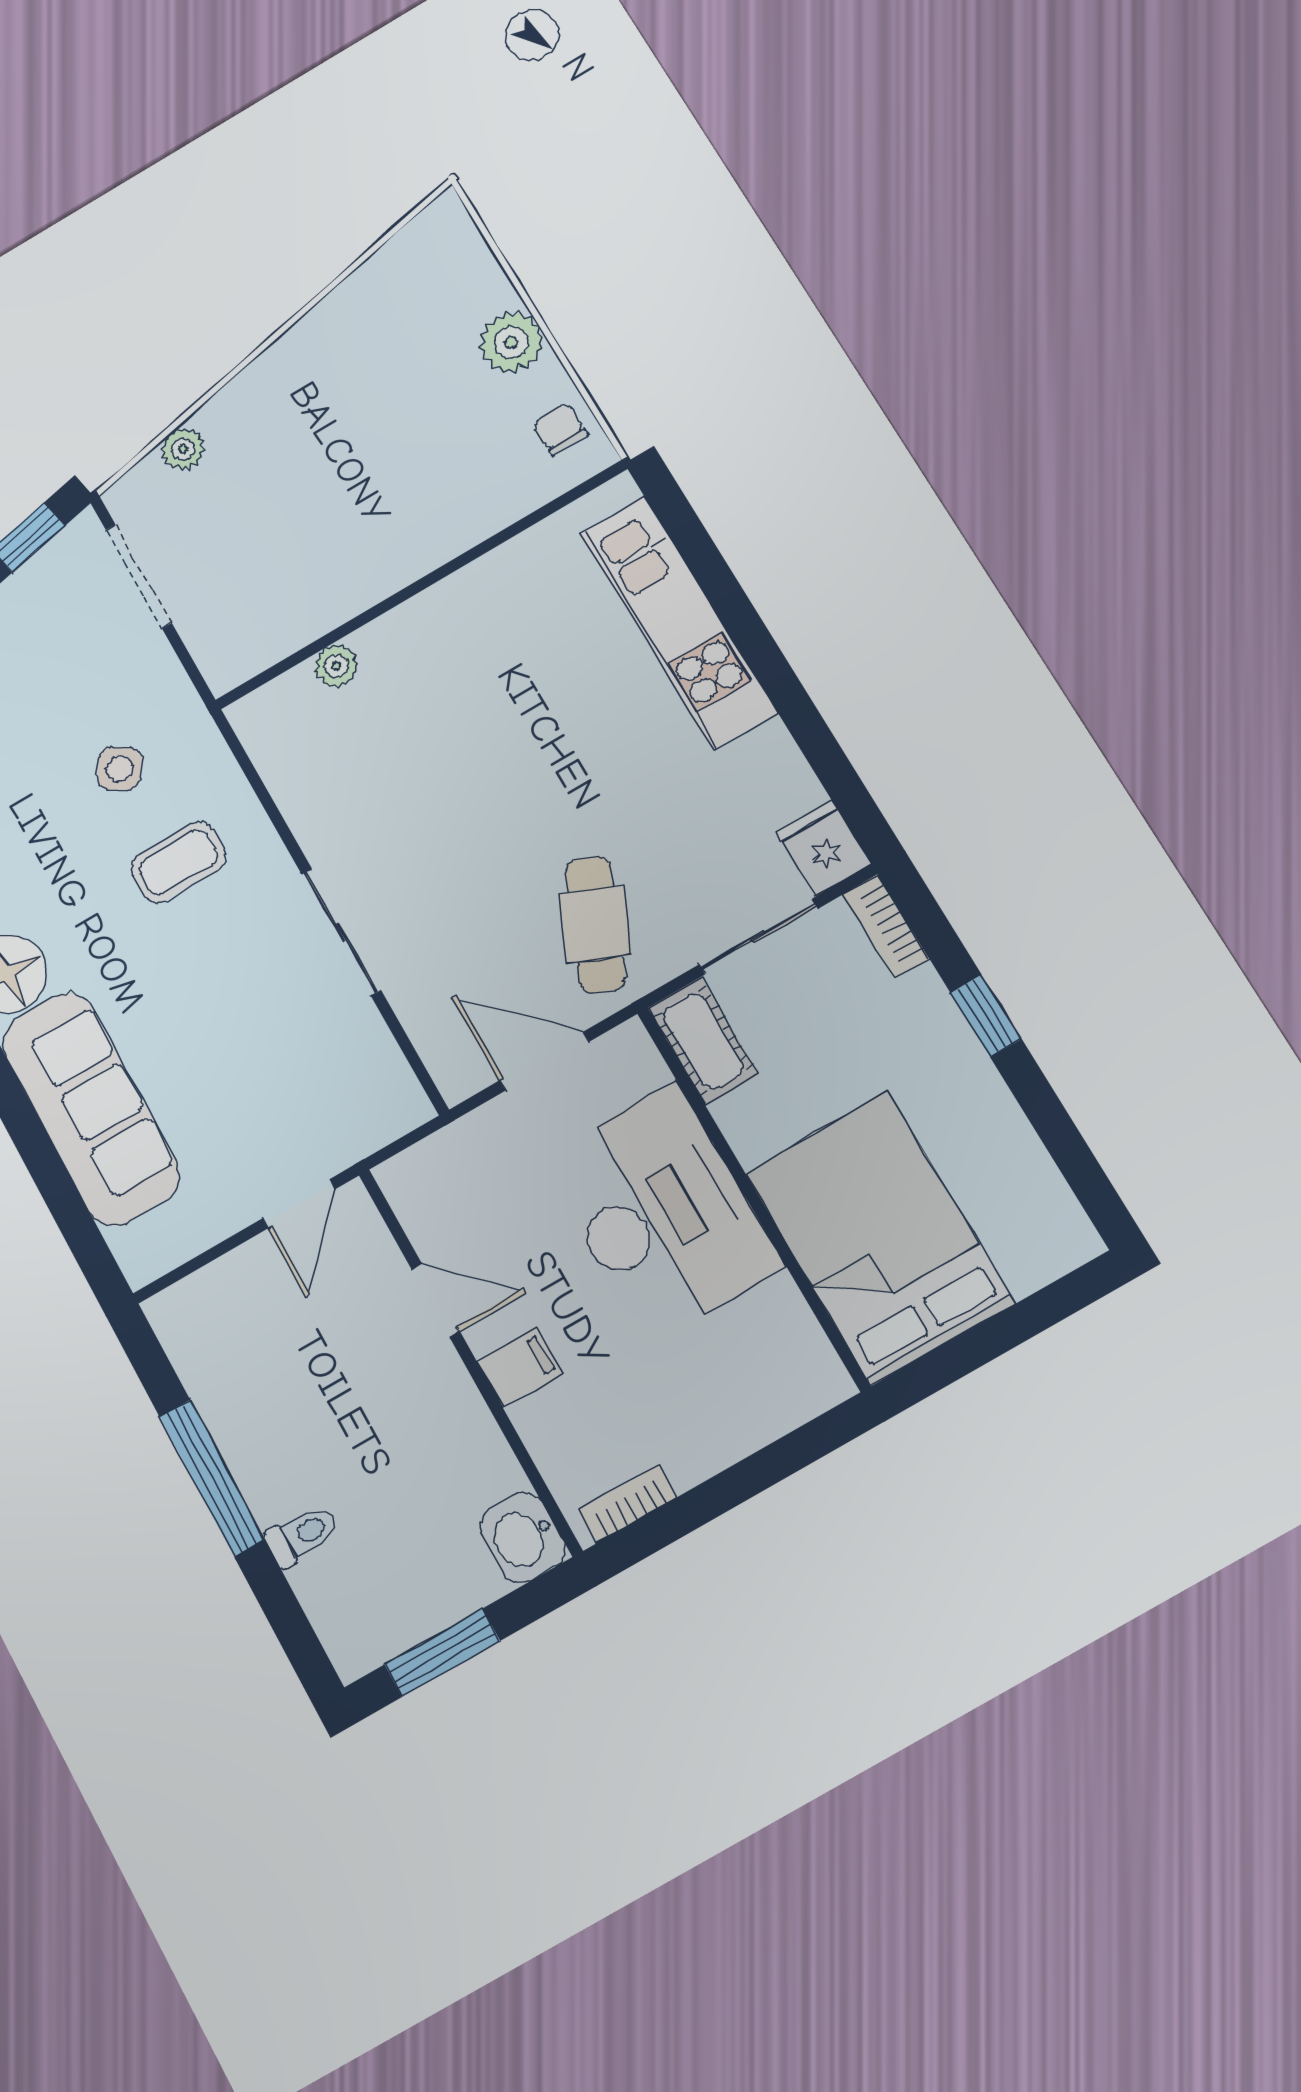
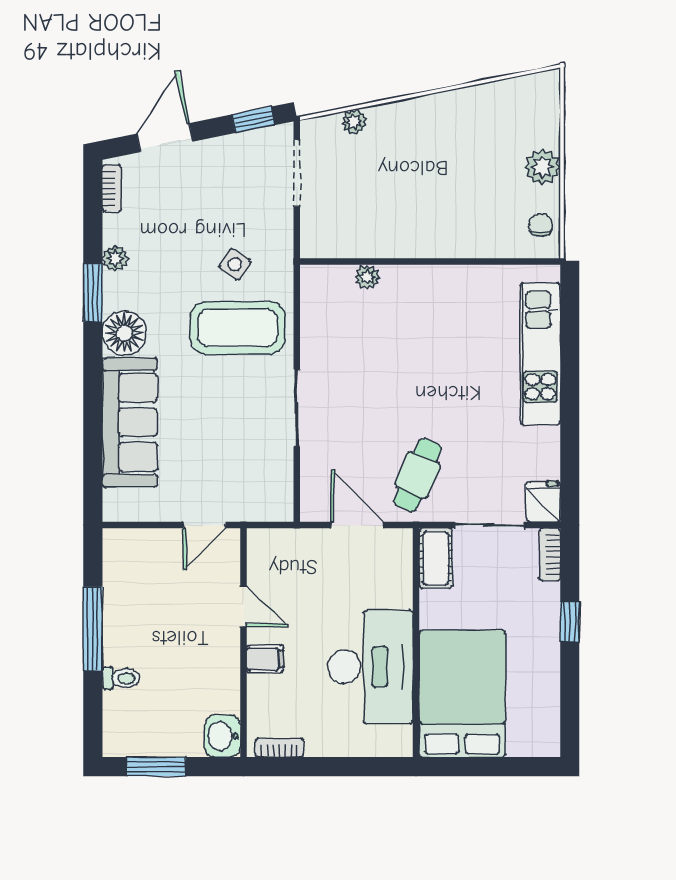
coffee table: (178, 862) -> (238, 328), width x1.86, depth x1.72
desk: (661, 1213) -> (370, 667), moved

